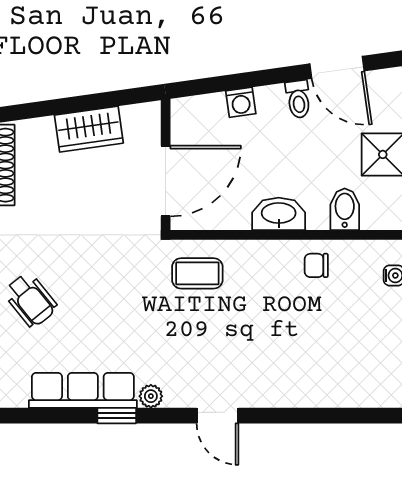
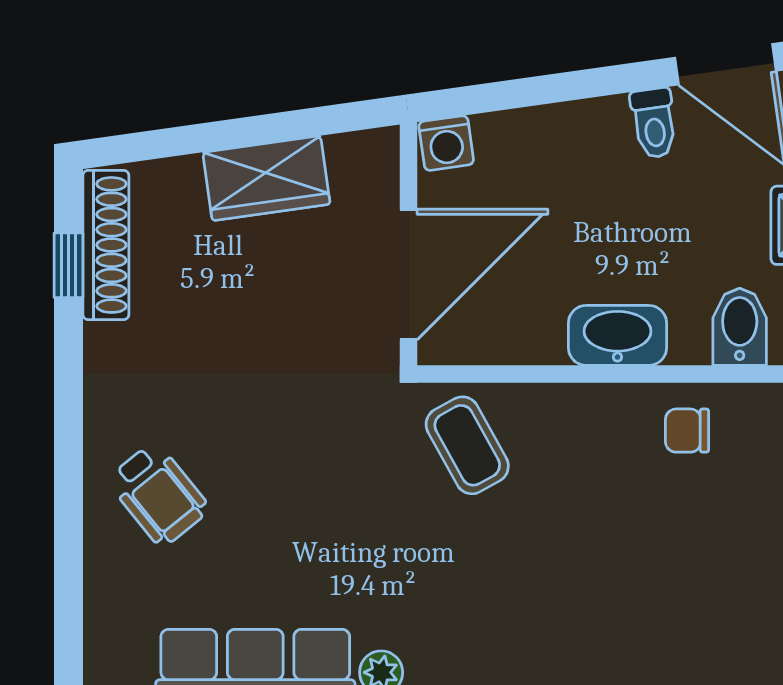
washing machine: (241, 102) -> (446, 143), moved
coffee table: (197, 273) -> (467, 445), turned 61

